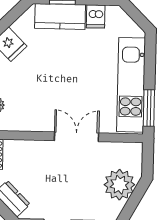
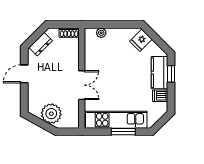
window: (149, 108) -> (123, 132), moved

